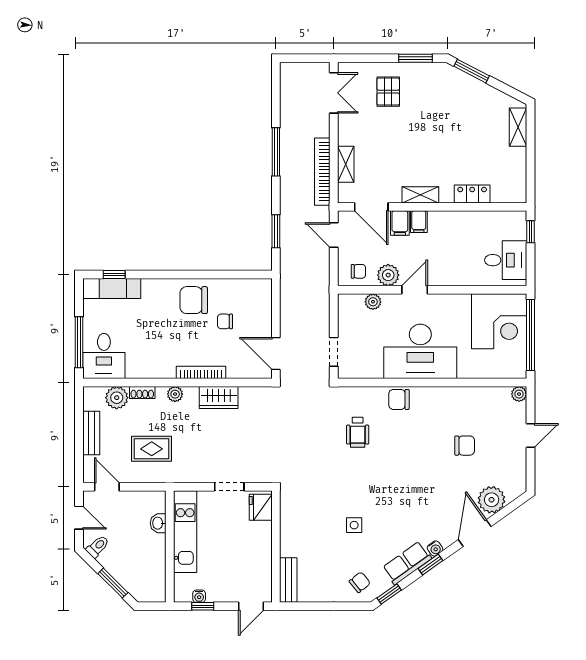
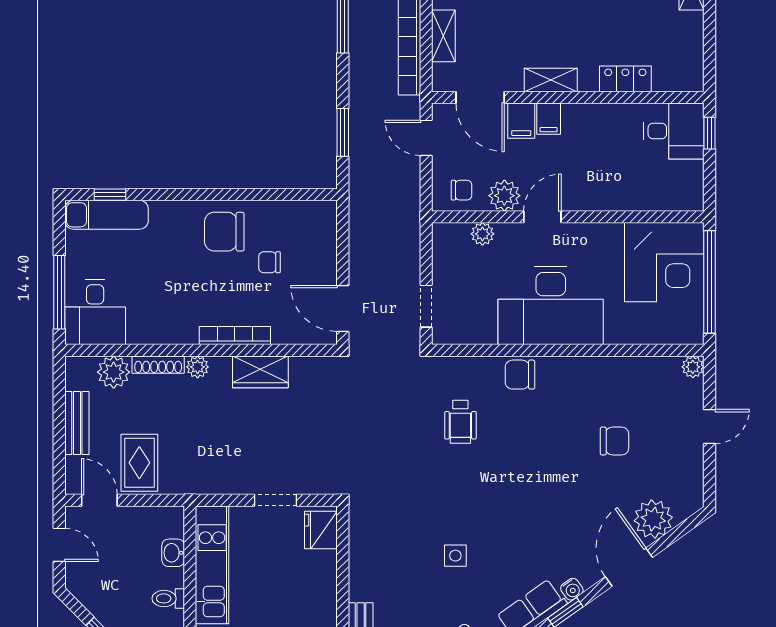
desk: (506, 260) -> (674, 131), moved
shoe rack: (142, 392) -> (158, 365), width x1.43
rug: (152, 449) -> (139, 463), moved, turned 90
toilet: (98, 547) -> (168, 598), moved, turned -135

